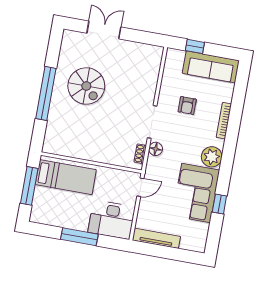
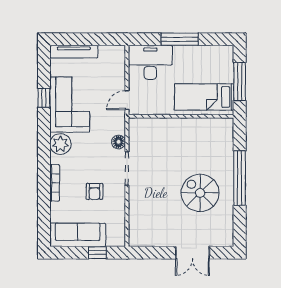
armchair: (187, 106) -> (94, 191), turned 180
shoe rack: (140, 154) -> (133, 134), removed
tv unit: (156, 238) -> (74, 52), moved

